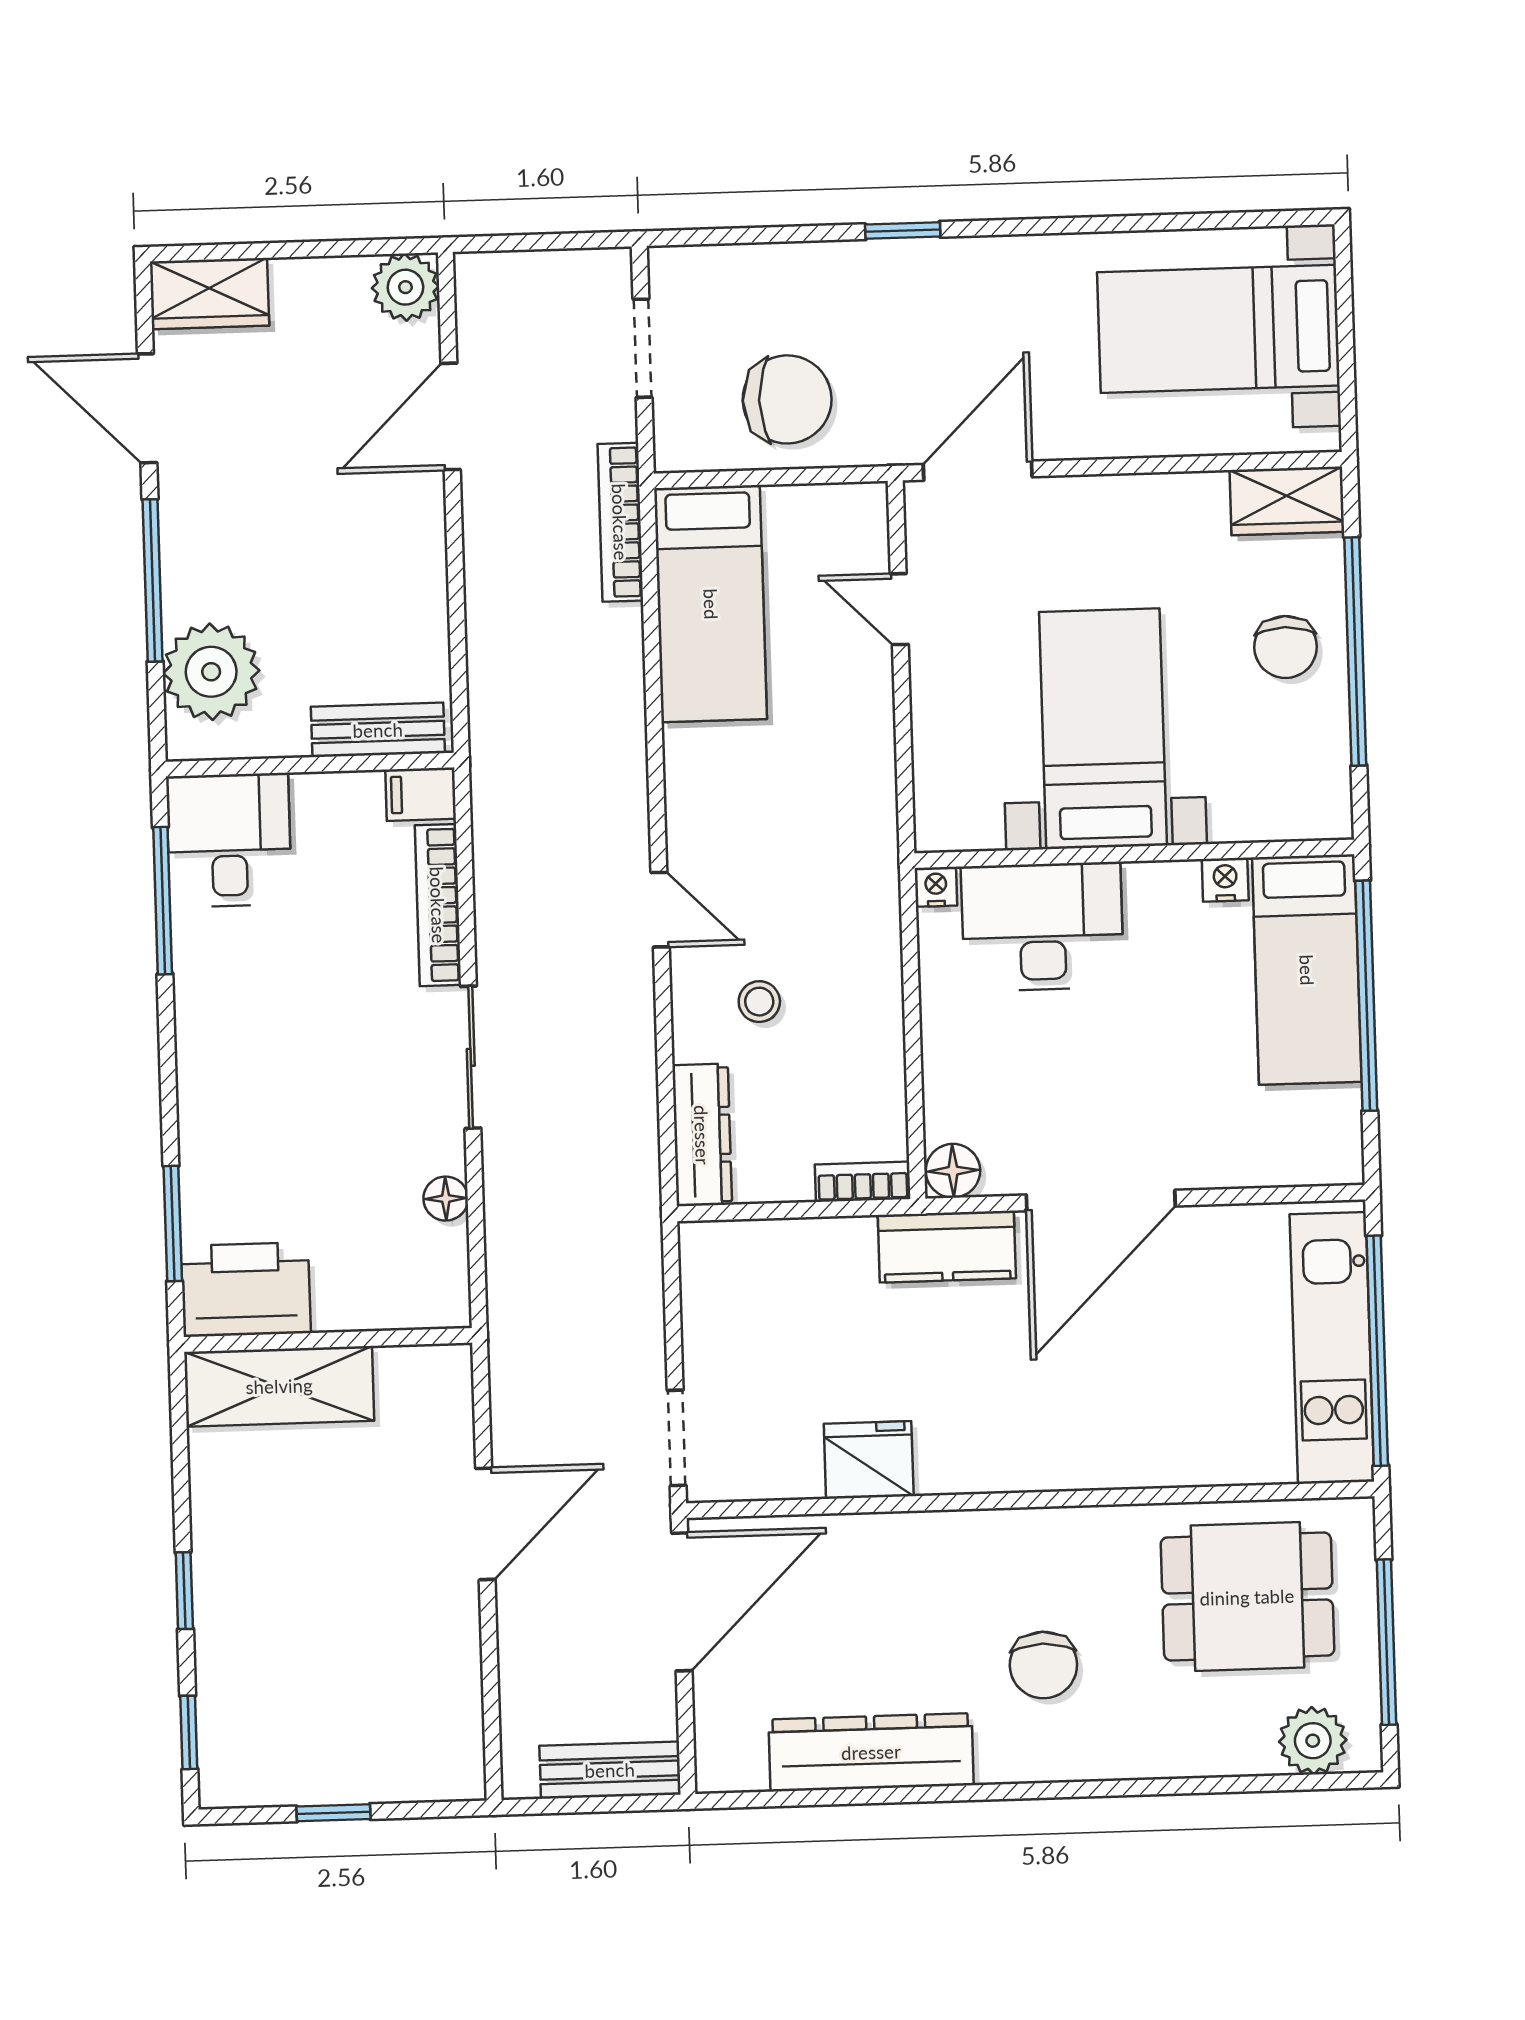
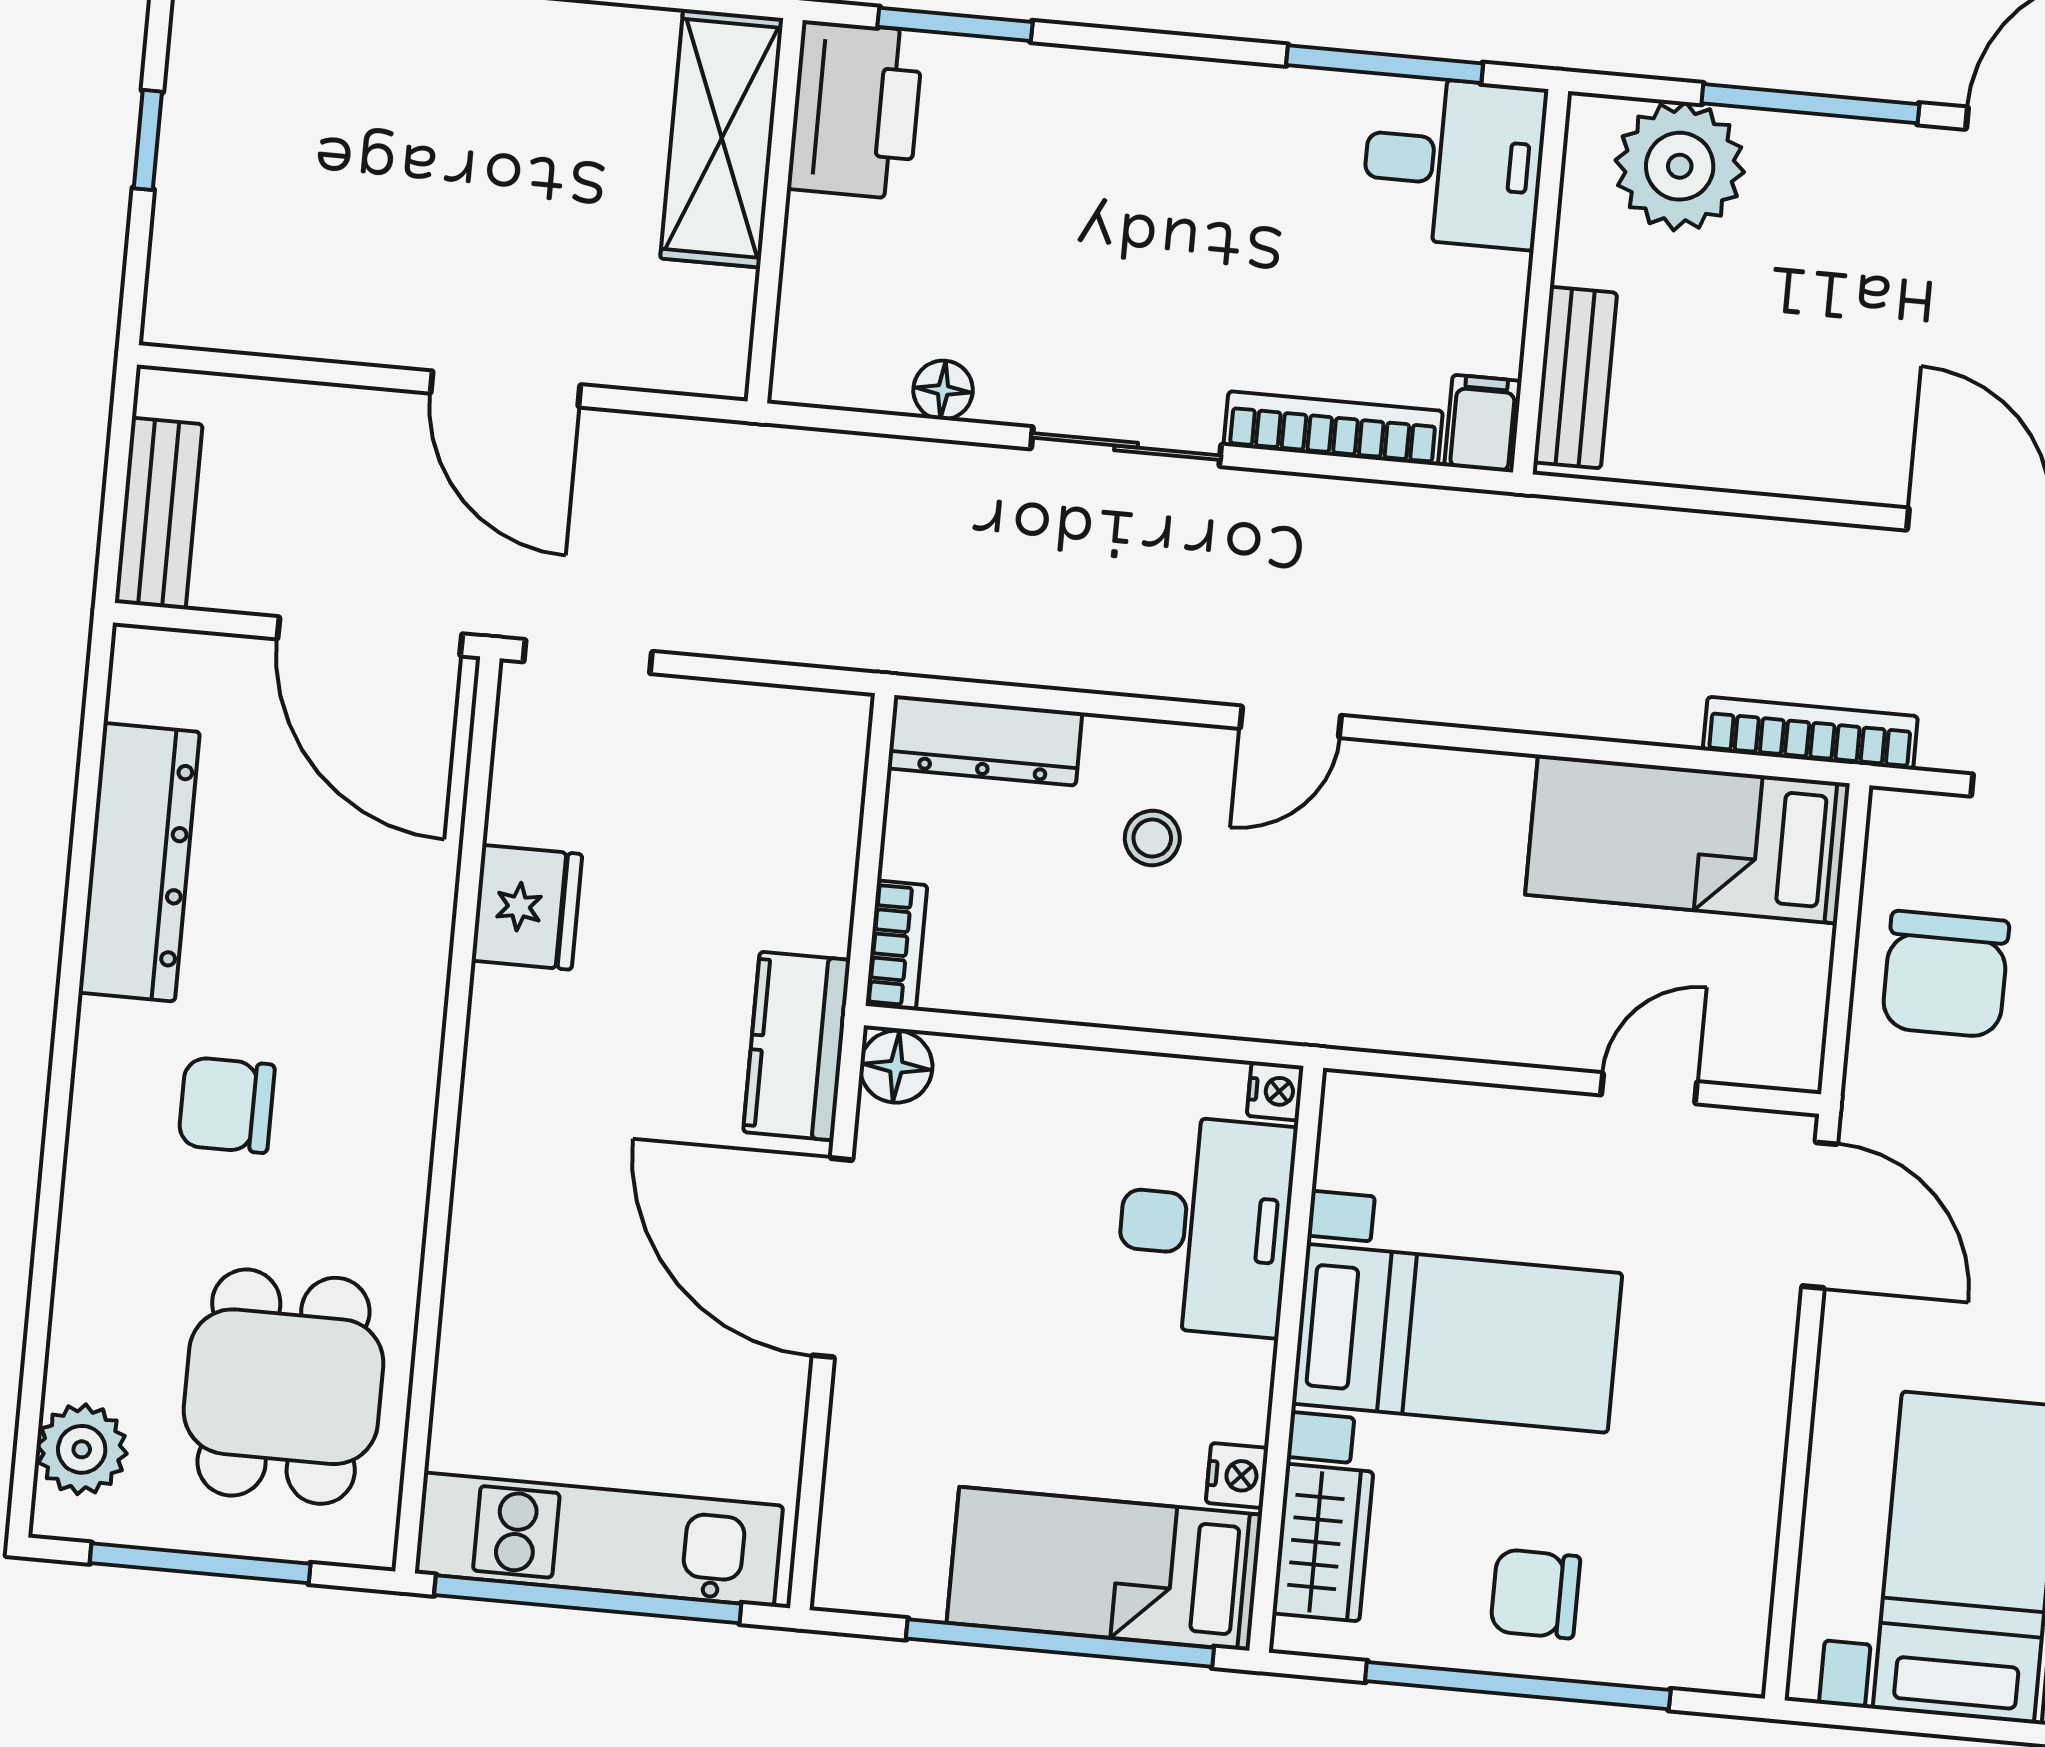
wardrobe: (1287, 501) -> (1323, 1542), moved, turned 180

